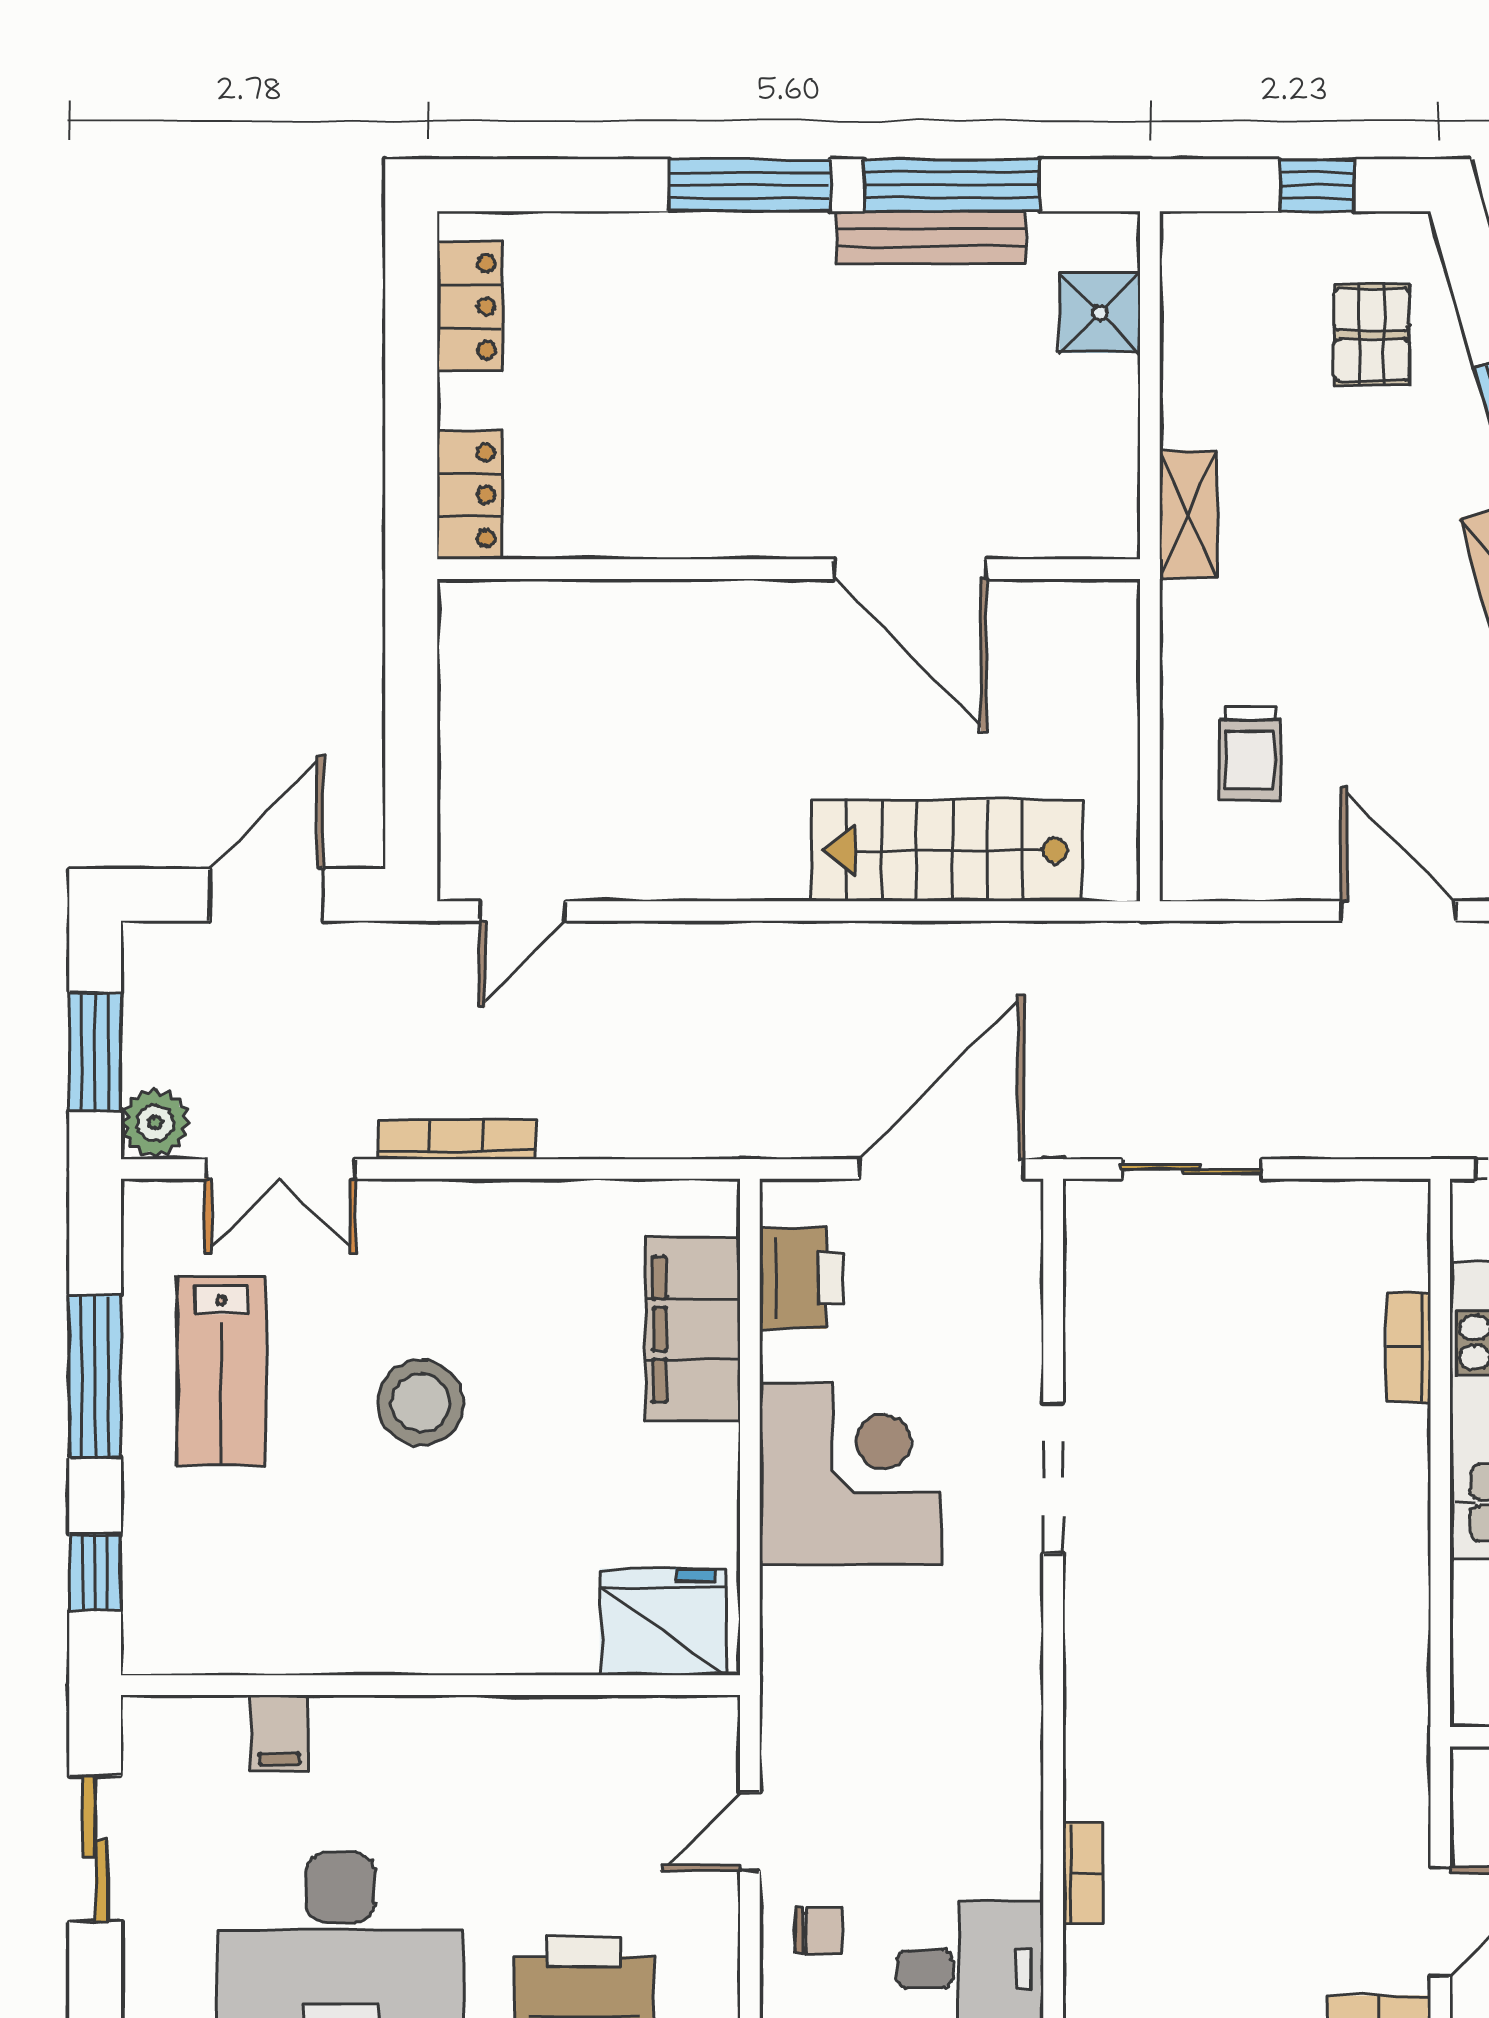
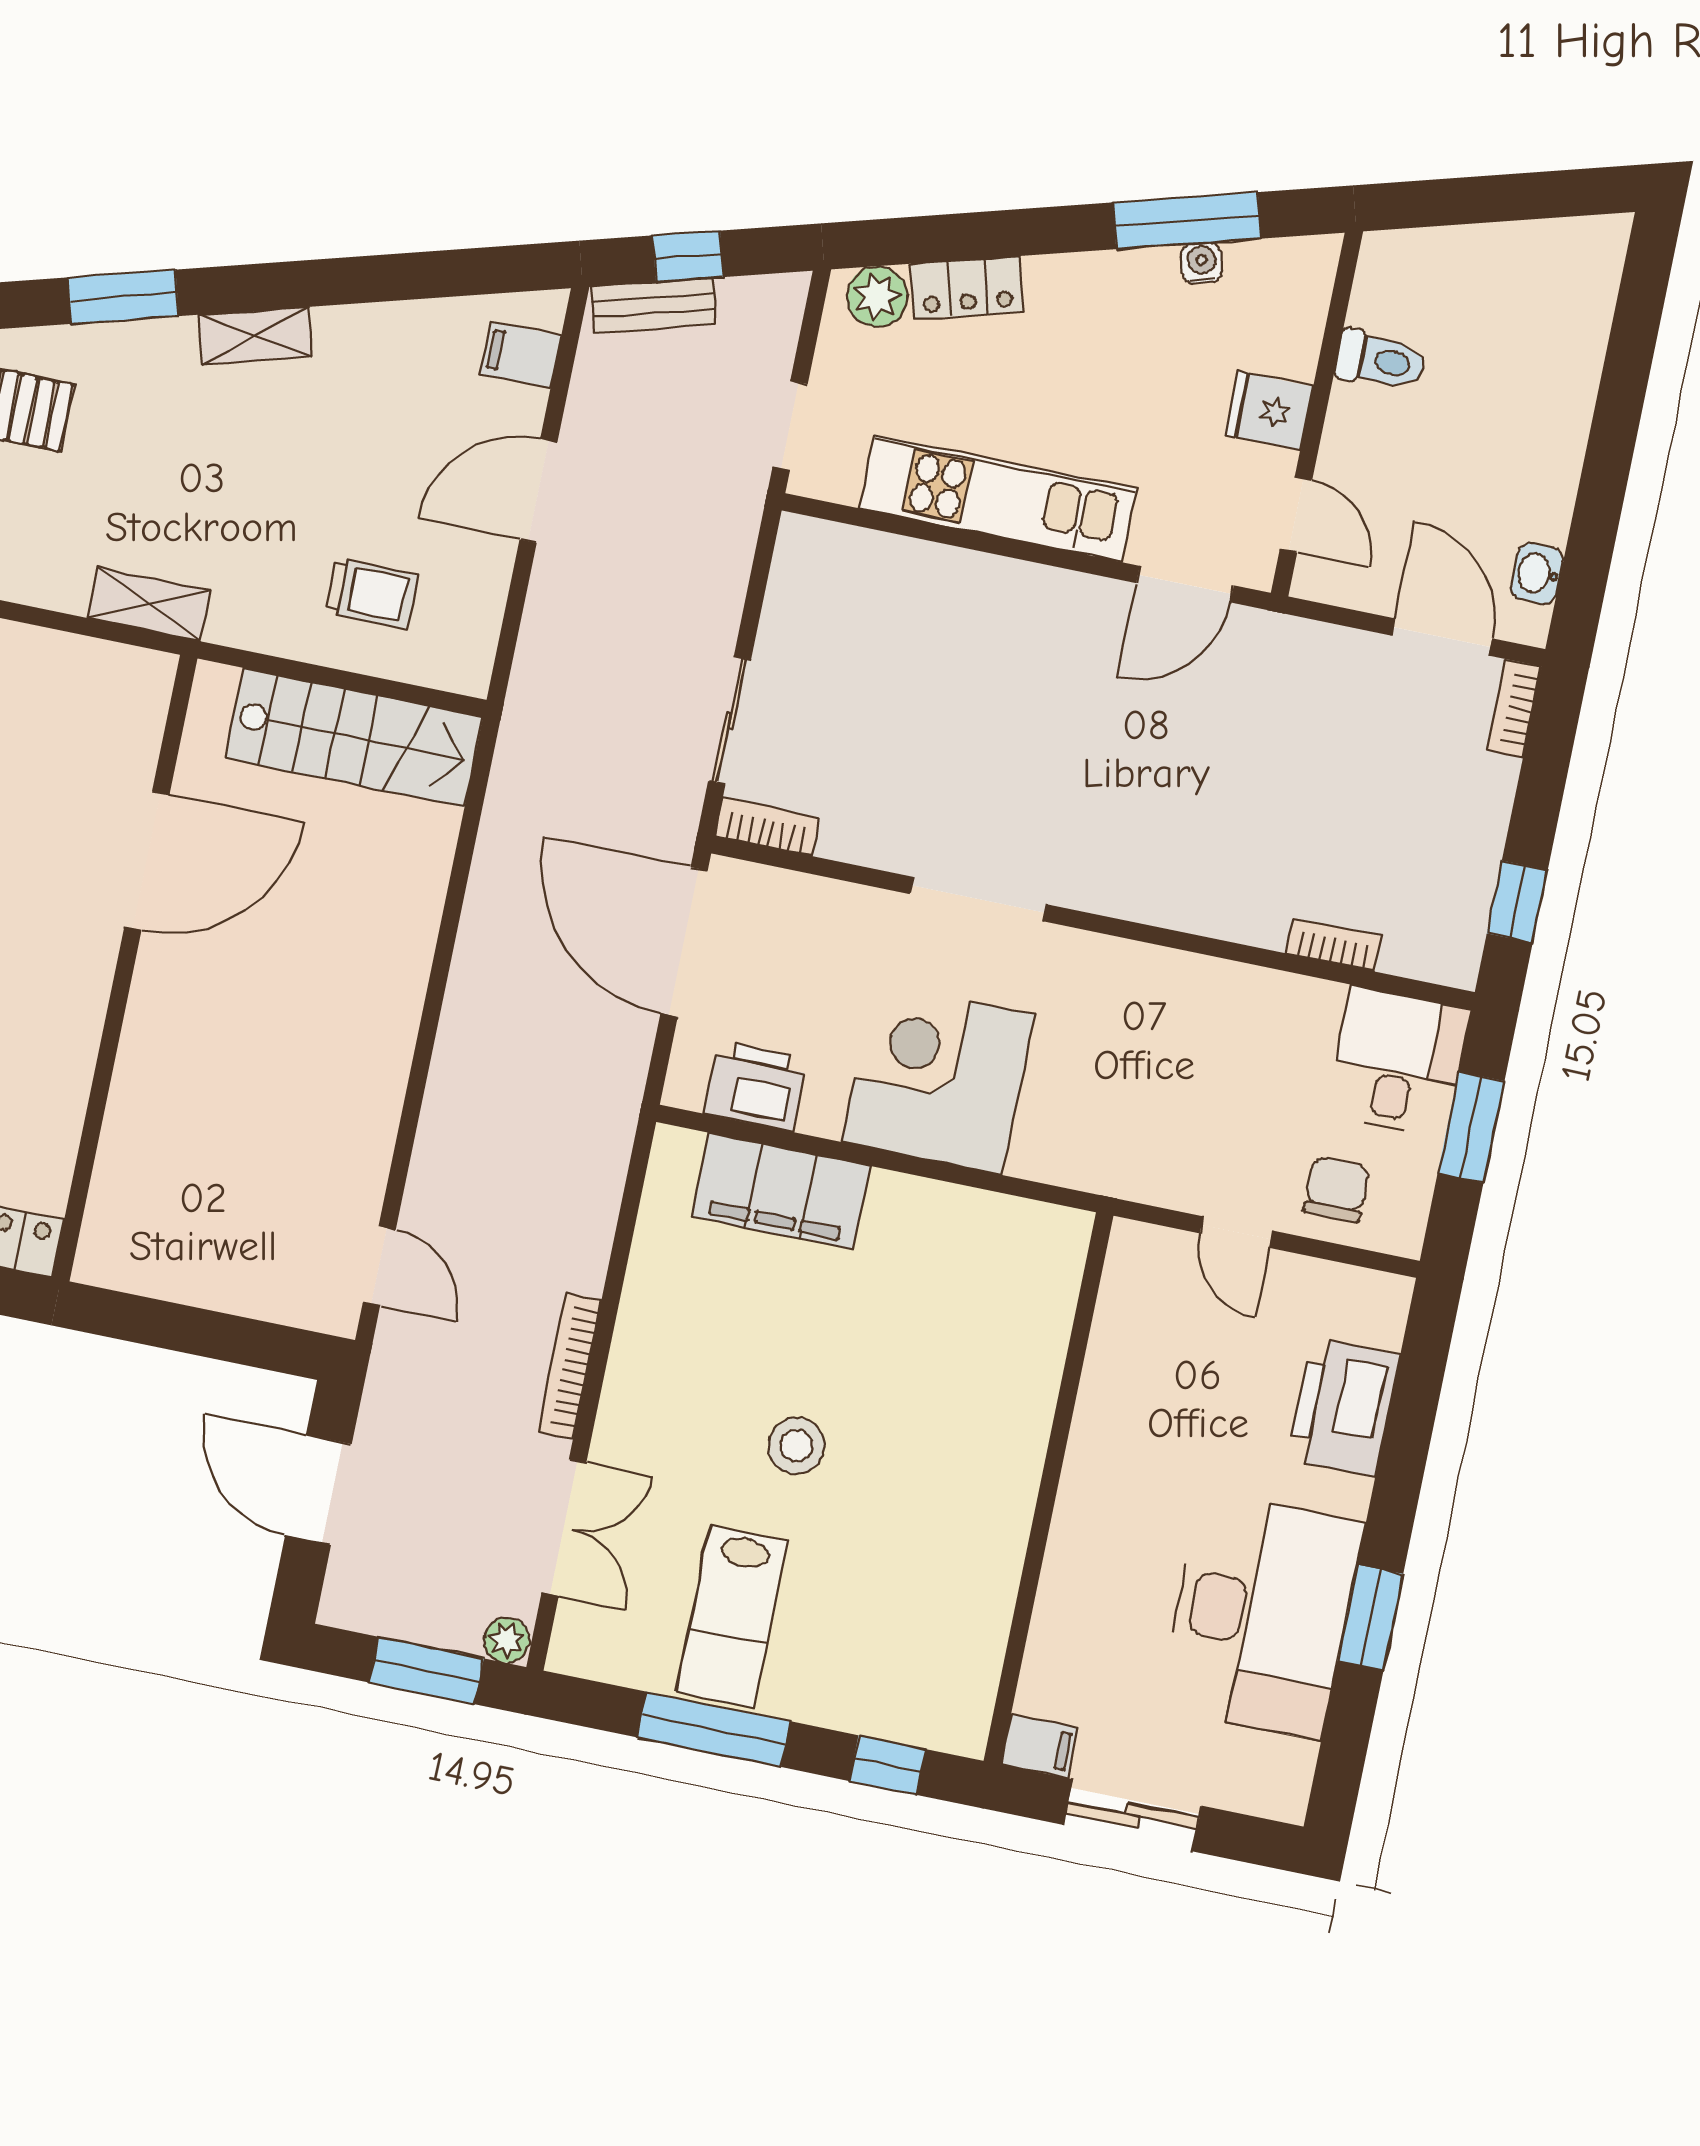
stairs: (947, 850) -> (354, 738), moved, turned -90
plant: (155, 1123) -> (507, 1640), width x0.73, depth x0.73
bookcase: (1409, 1347) -> (767, 827), moved, turned 180
lab bench: (221, 1371) -> (732, 1616), turned 90
stool: (421, 1403) -> (796, 1446), width x0.73, depth x0.73
fridge: (663, 1622) -> (1035, 1271), removed
door: (1440, 1632) -> (1185, 584), added
filing cabinet: (280, 1733) -> (1039, 1746), moved
chair: (819, 1931) -> (1337, 1189), width x1.37, depth x1.37

